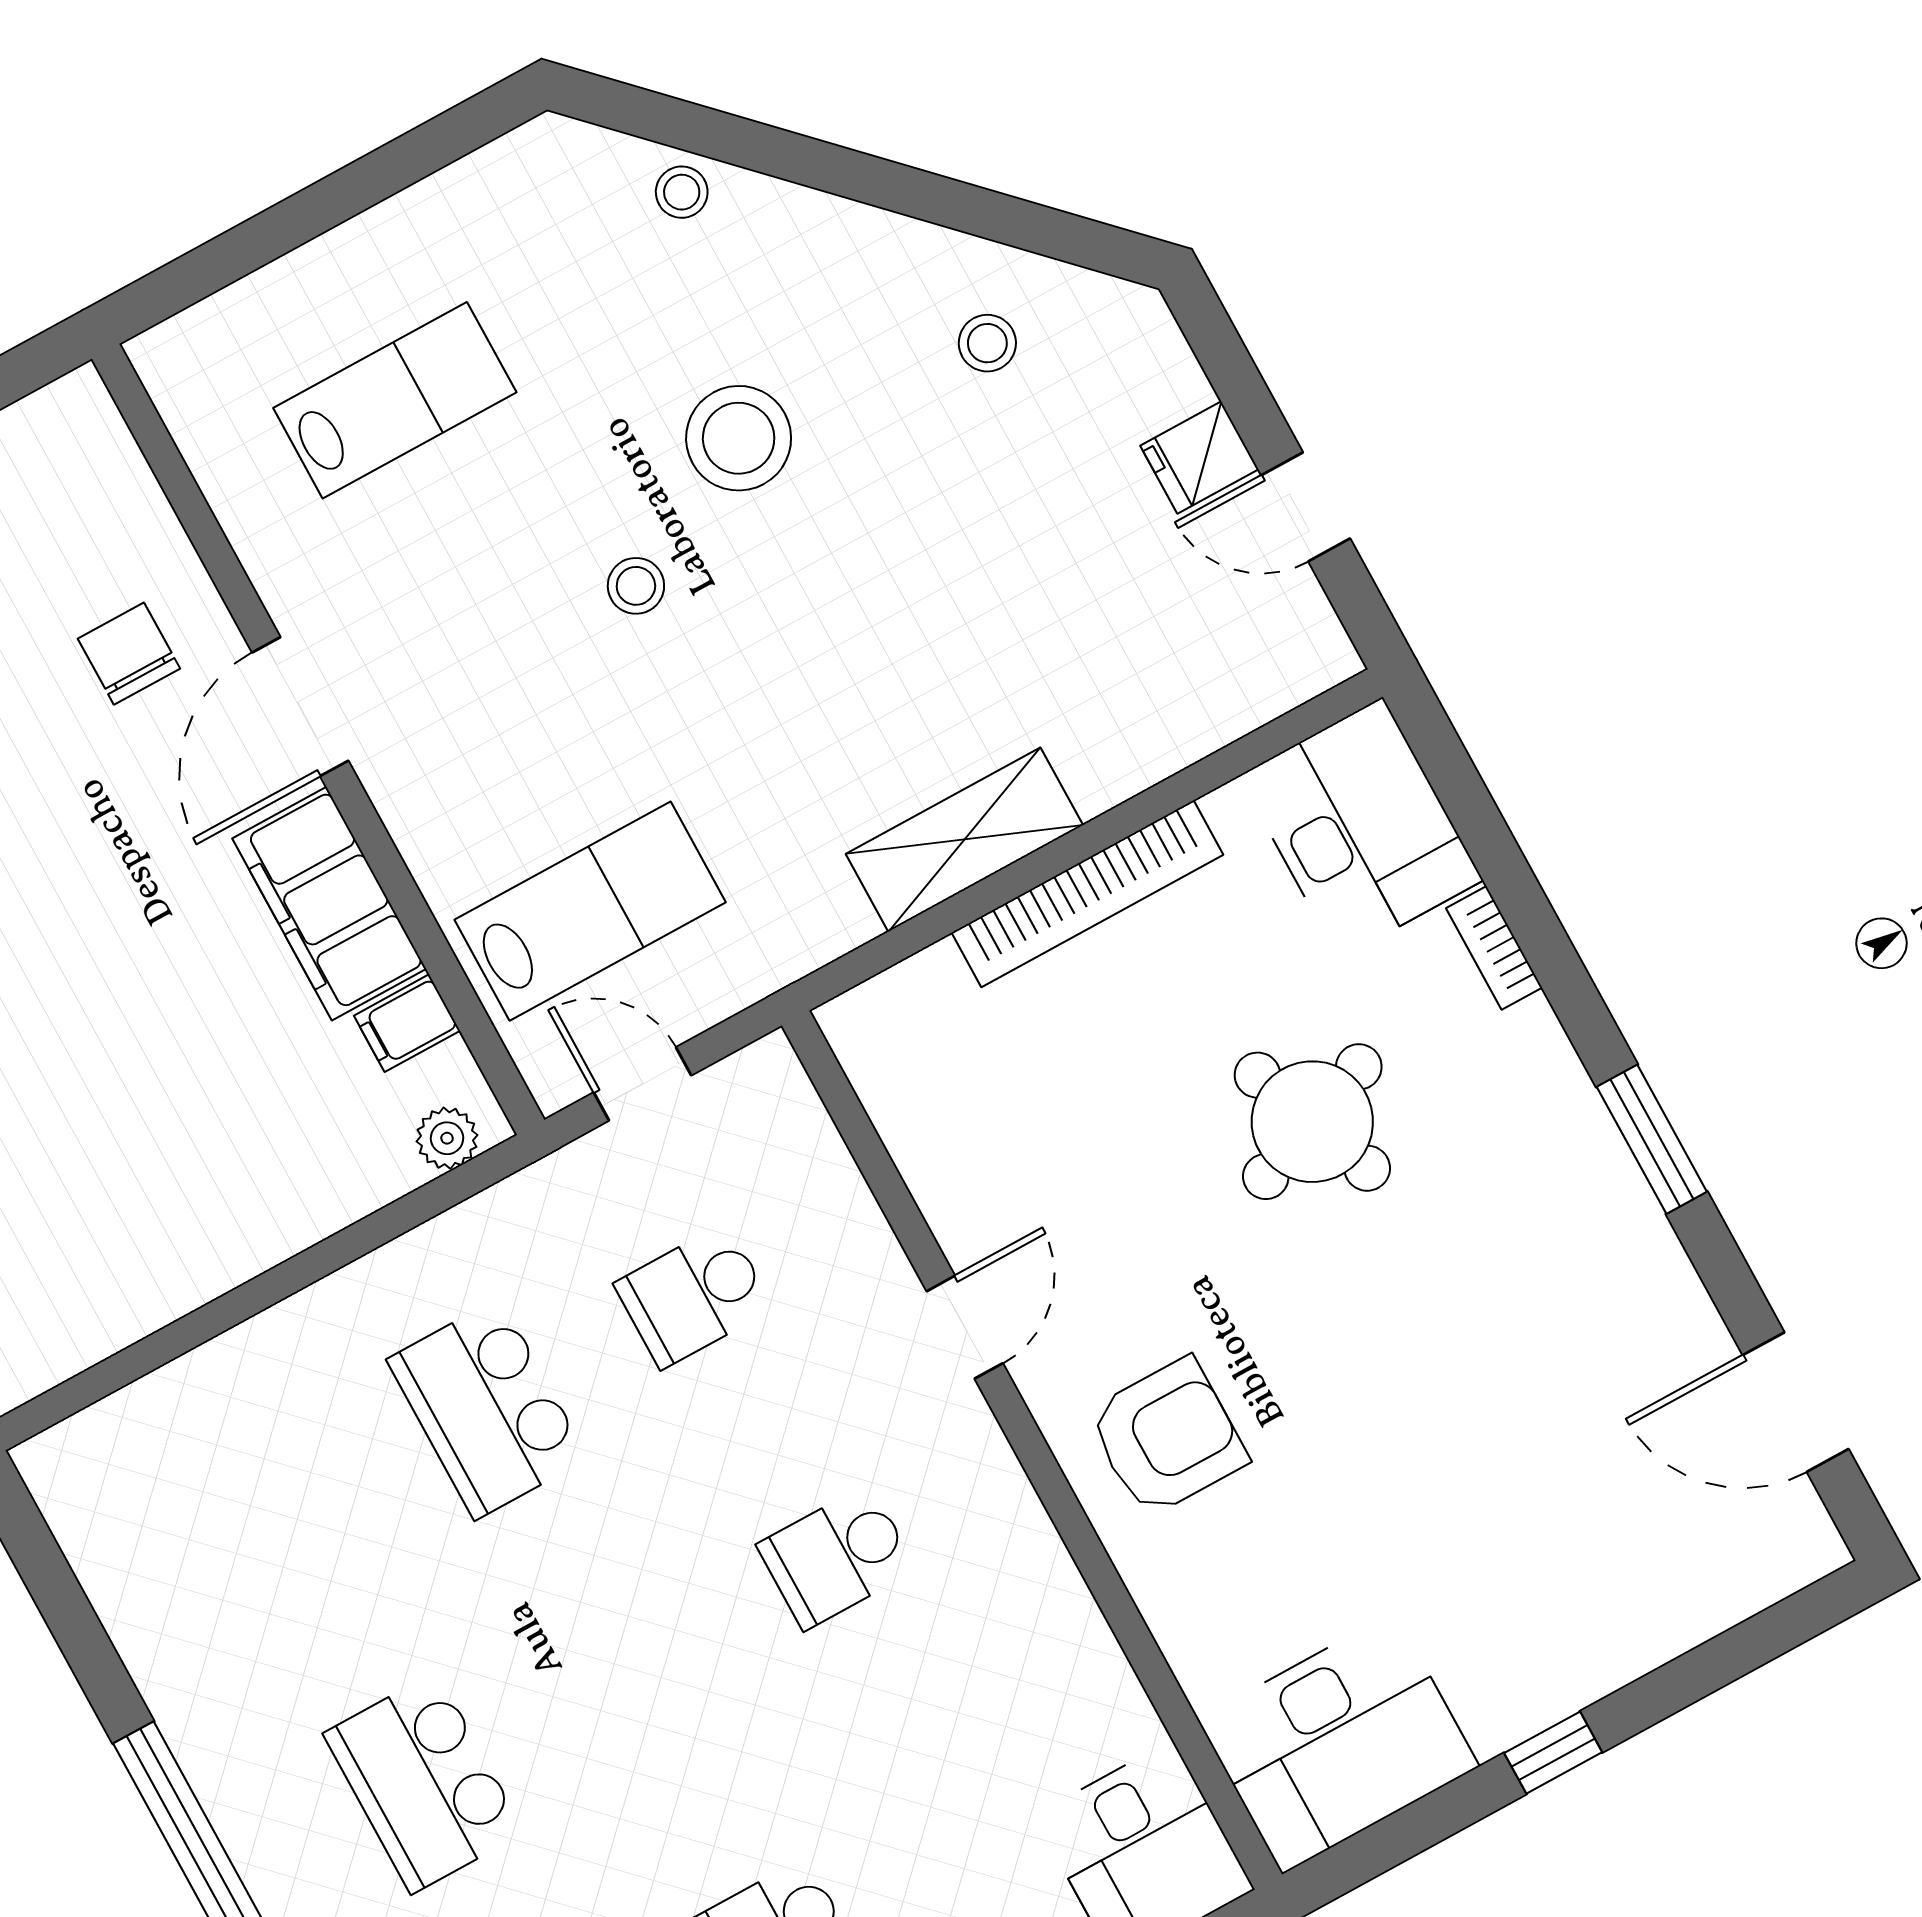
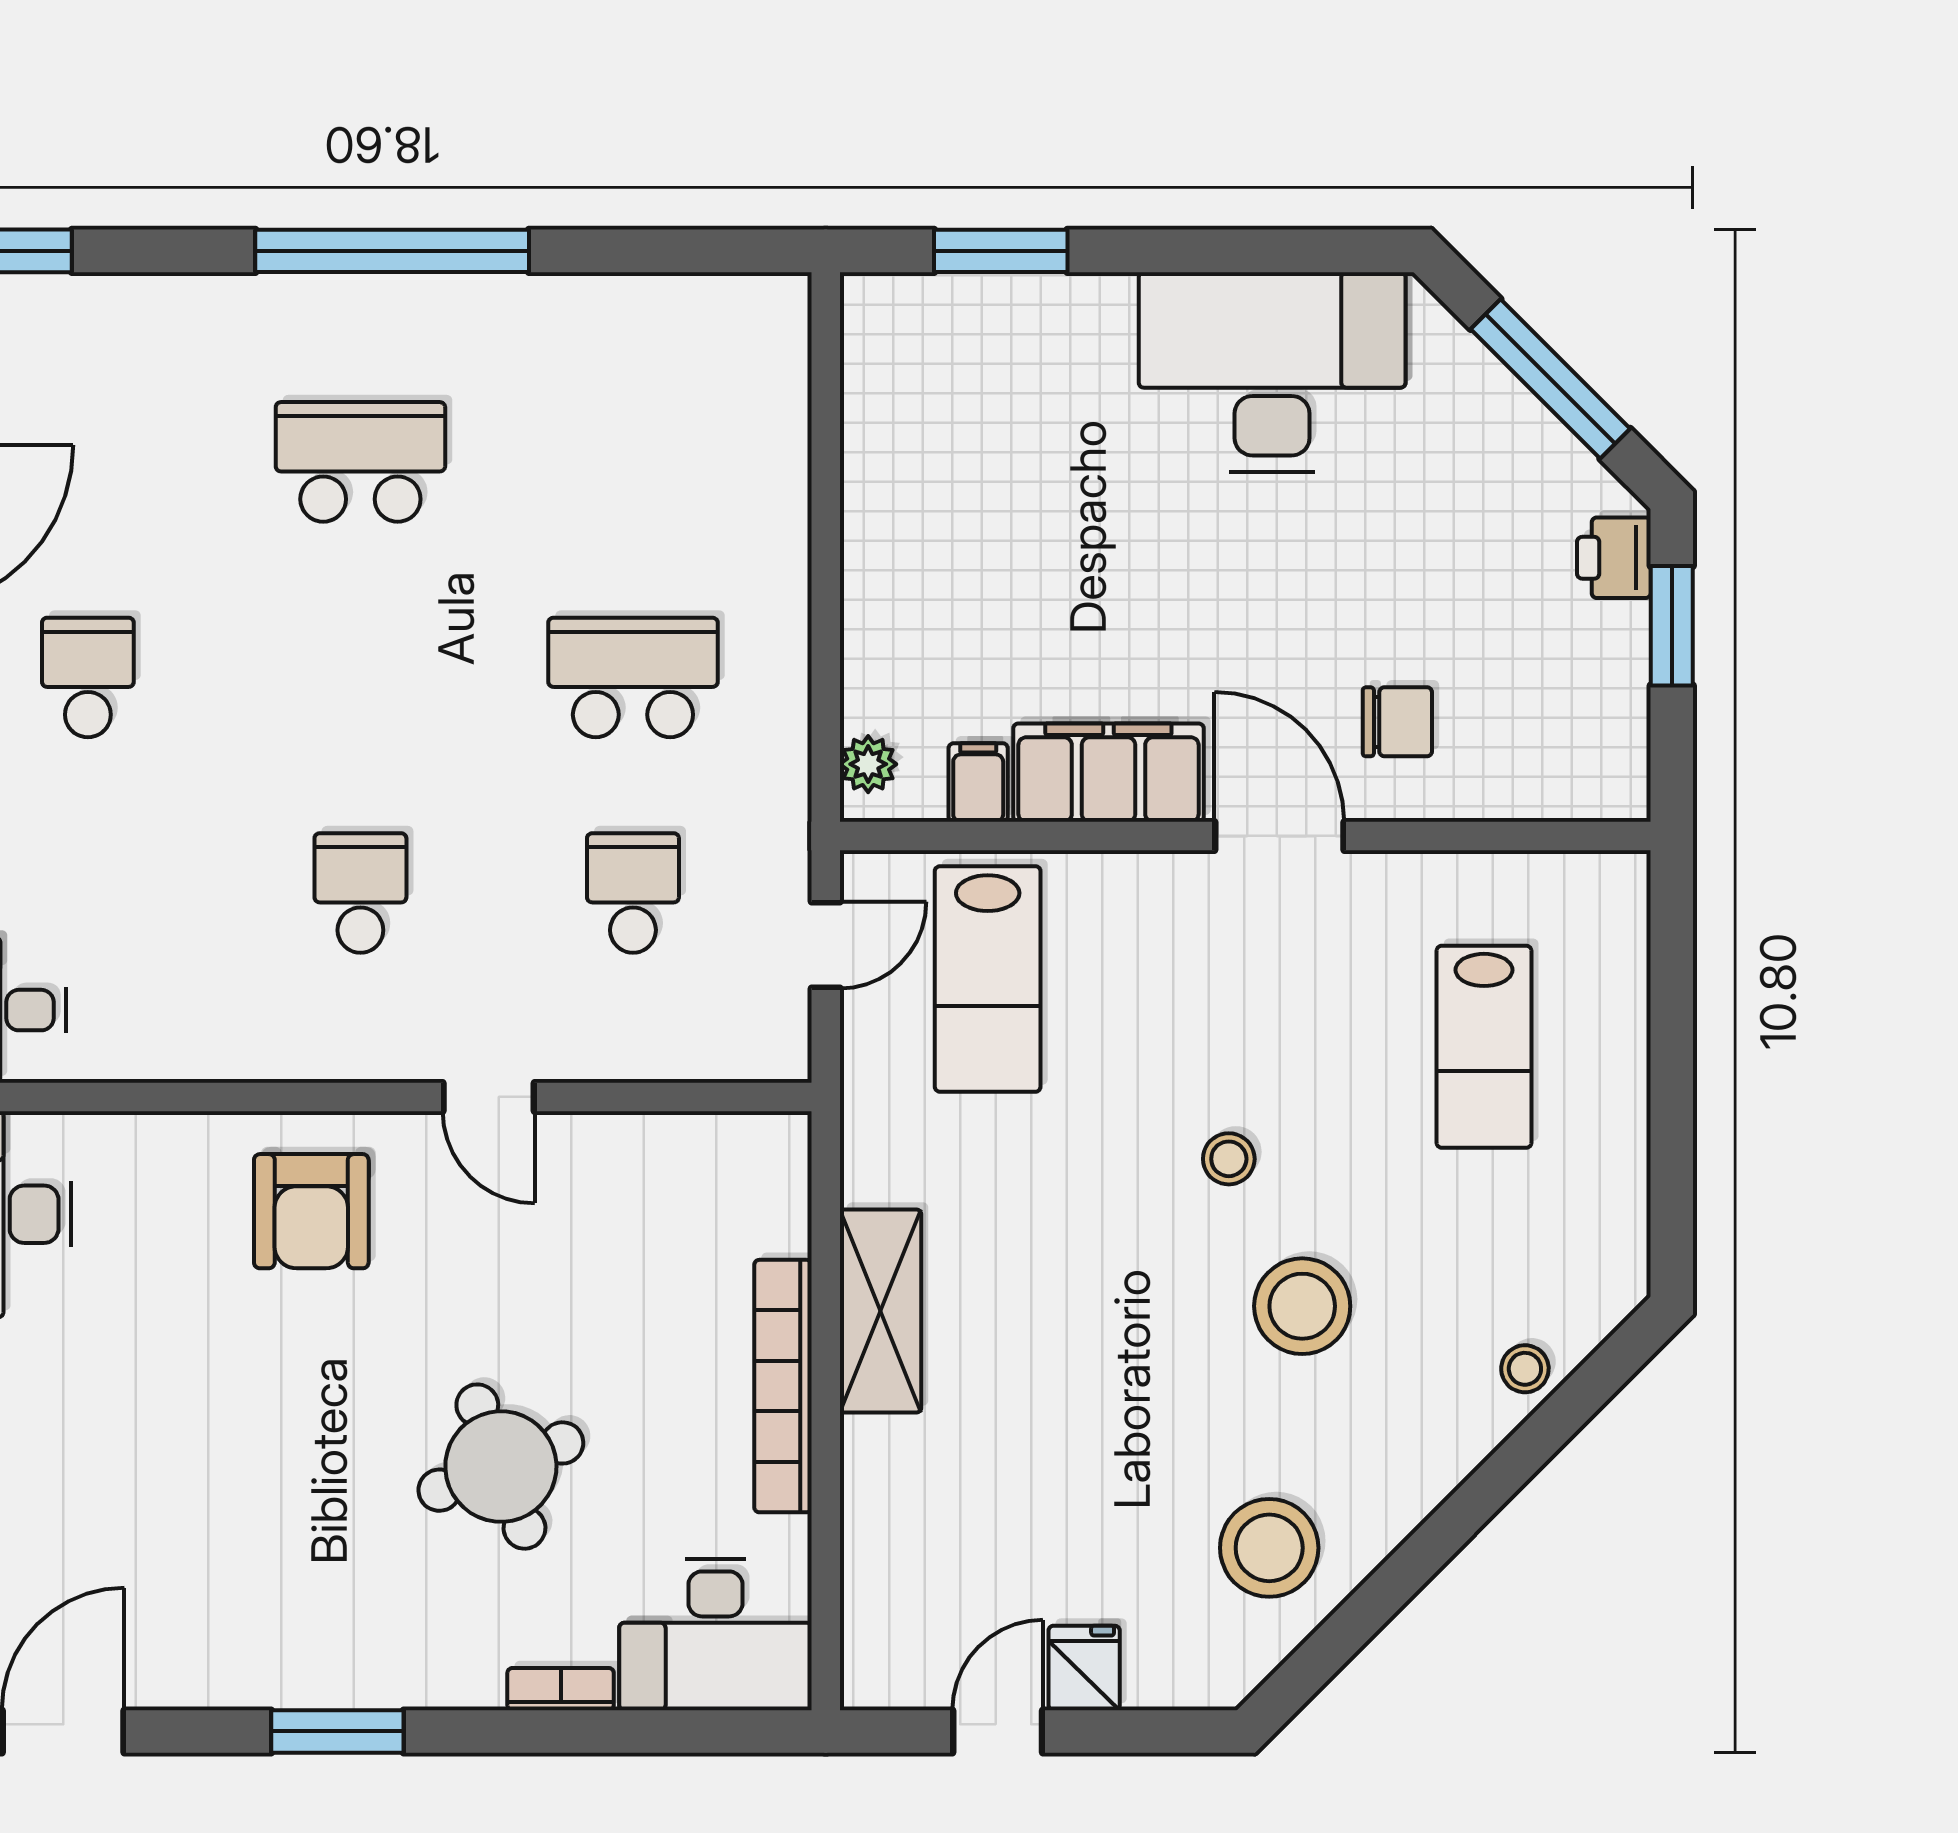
stool: (987, 343) -> (1269, 1548), width x1.89, depth x1.89

